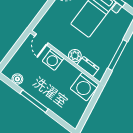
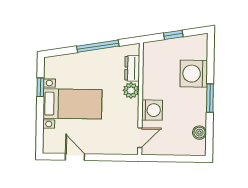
washing machine: (85, 87) -> (194, 74), moved, turned 180
window: (34, 101) -> (210, 98), width x0.69
window: (90, 107) -> (173, 35), added

